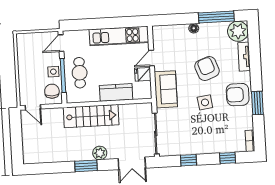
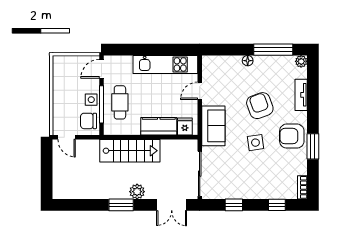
plant: (238, 31) -> (301, 61), width x0.53, depth x0.53
fridge: (143, 74) -> (185, 127), moved, turned 90
chair: (52, 91) -> (88, 121), turned -90

